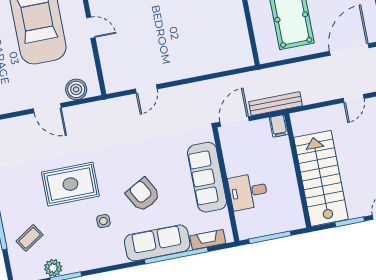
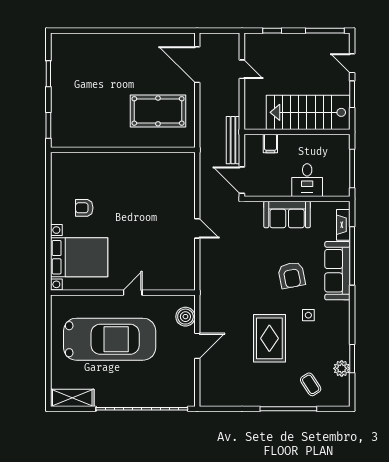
door: (146, 89) -> (197, 228), moved
filing cabinet: (279, 126) -> (270, 144), moved, turned 90
sofa: (207, 177) -> (287, 214), width x0.73
armchair: (143, 195) -> (292, 275), turned -72

